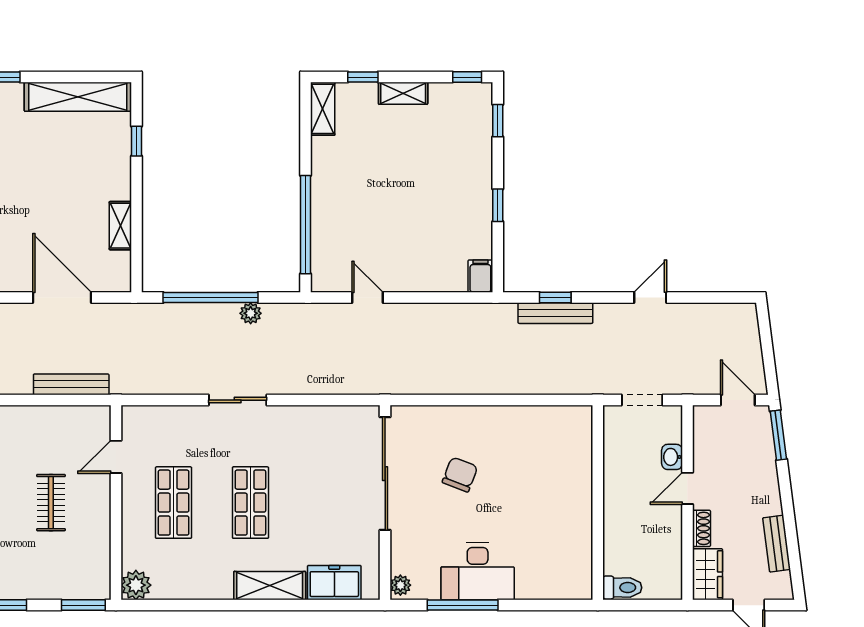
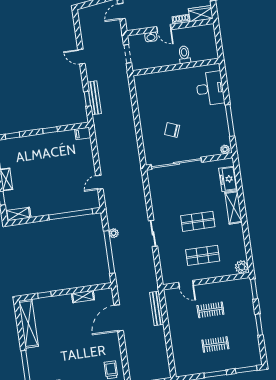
desk: (478, 571) -> (210, 88), moved
toilet: (622, 588) -> (184, 55), moved

